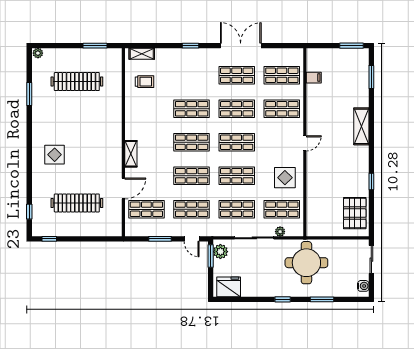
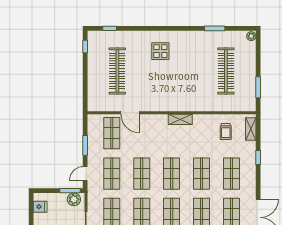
window: (190, 46) -> (258, 157), moved
shop shelf: (192, 75) -> (231, 174), added
shelving: (131, 154) -> (180, 119), moved
fridge: (229, 287) -> (40, 207), width x0.53, depth x0.75

